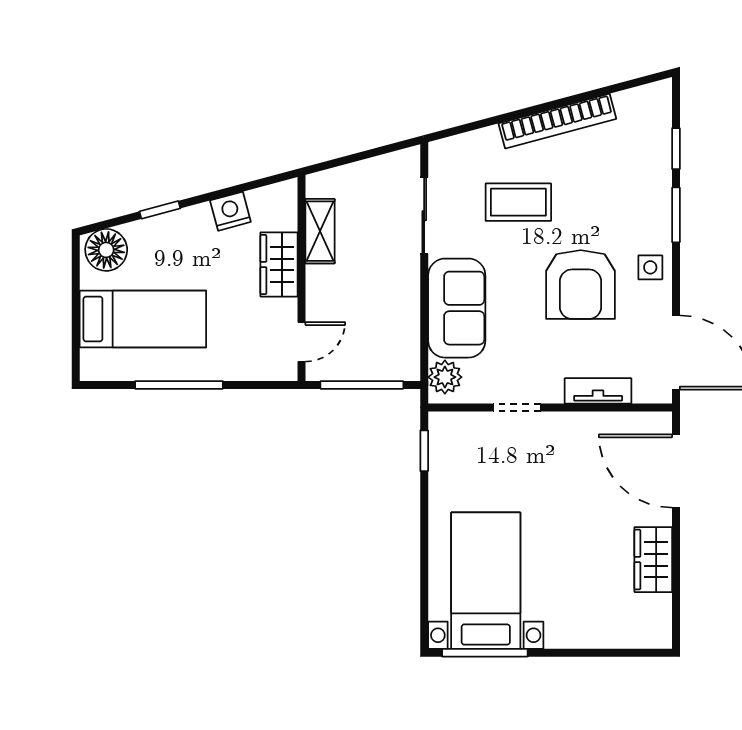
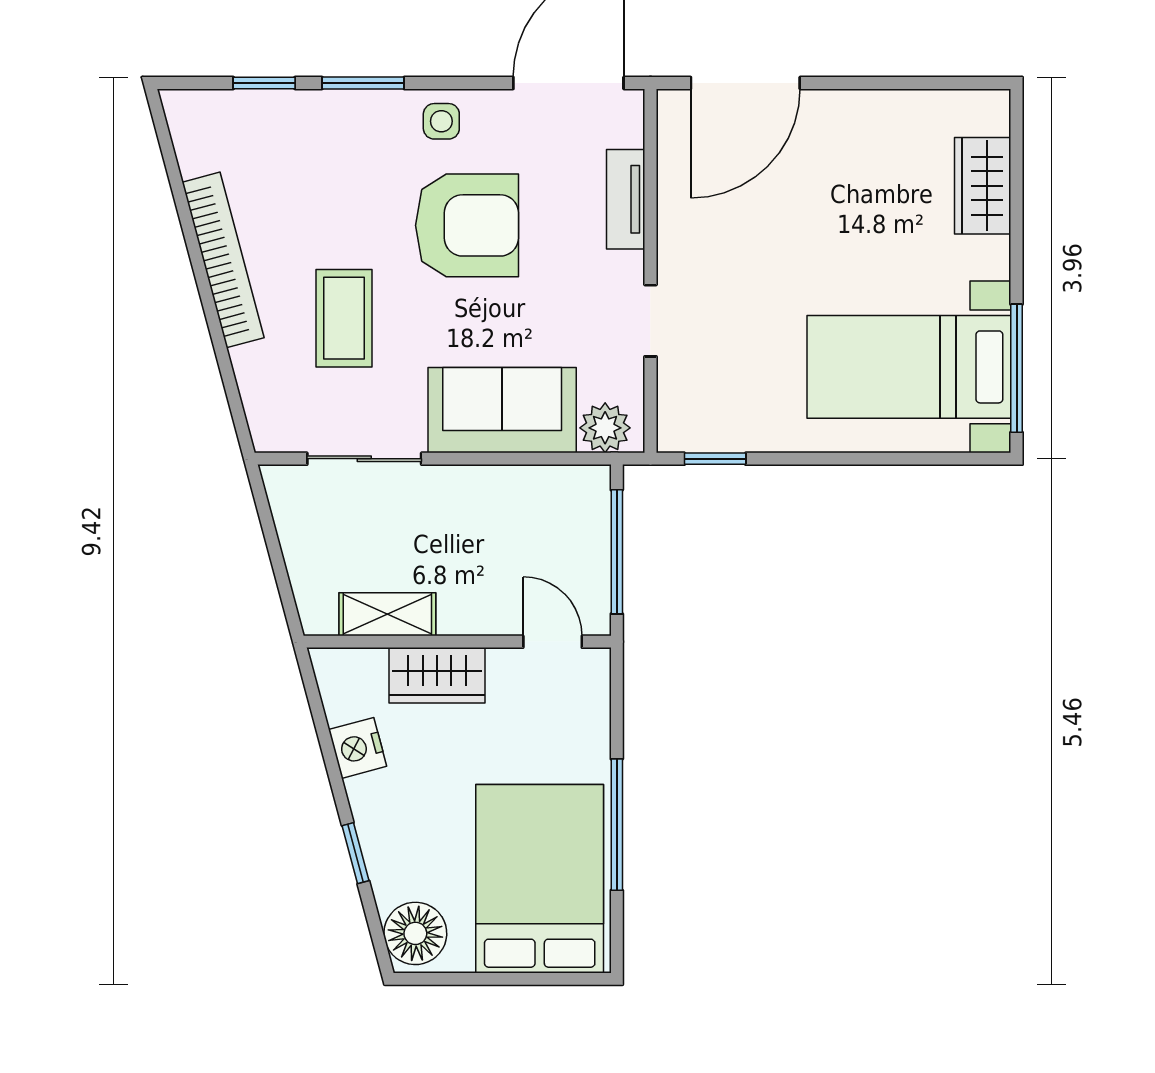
bed: (143, 319) -> (540, 879), width x1.50
wardrobe: (653, 560) -> (983, 186), moved, turned 90

